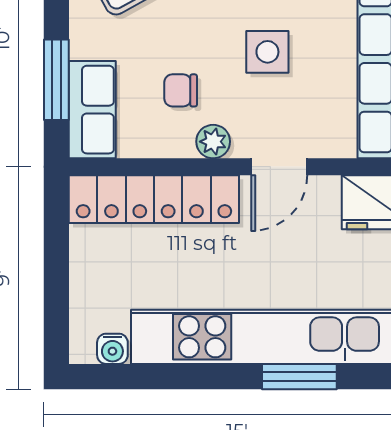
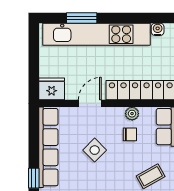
side table: (267, 52) -> (95, 150), turned 45
plant: (213, 142) -> (132, 114), moved

